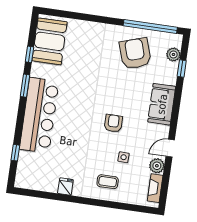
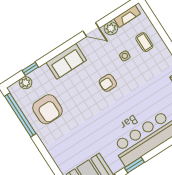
armchair: (135, 53) -> (47, 109), turned -72
coffee table: (108, 182) -> (144, 42), moved

